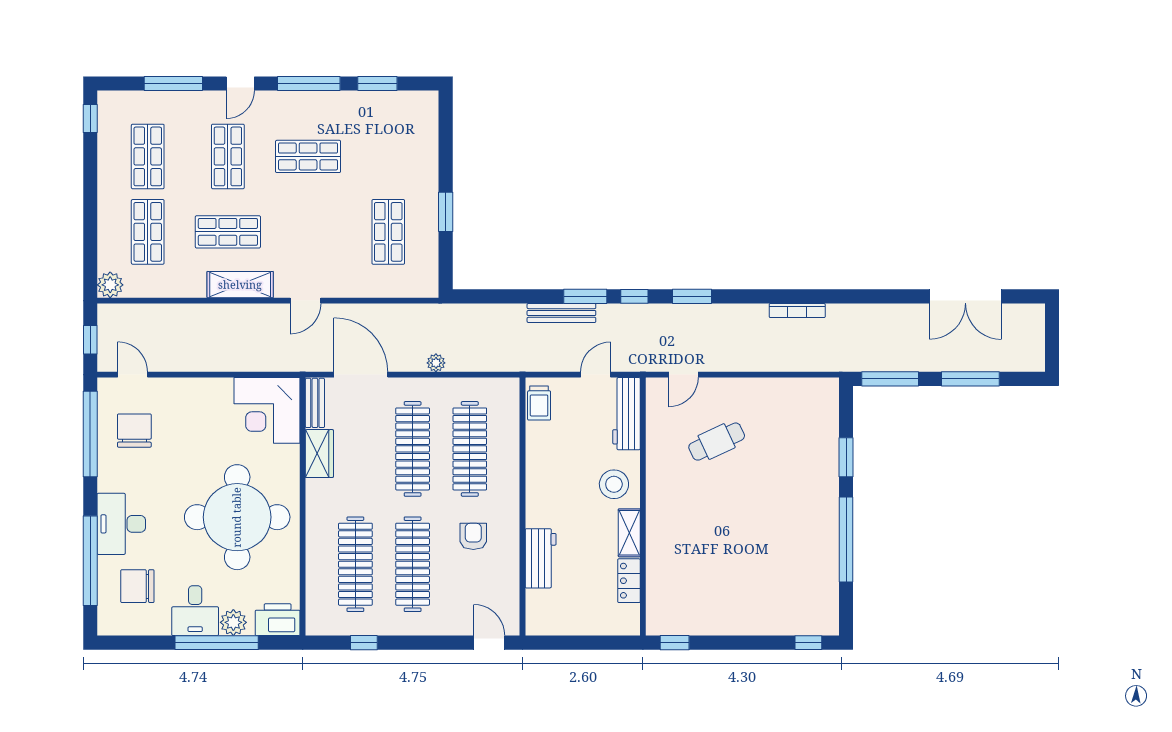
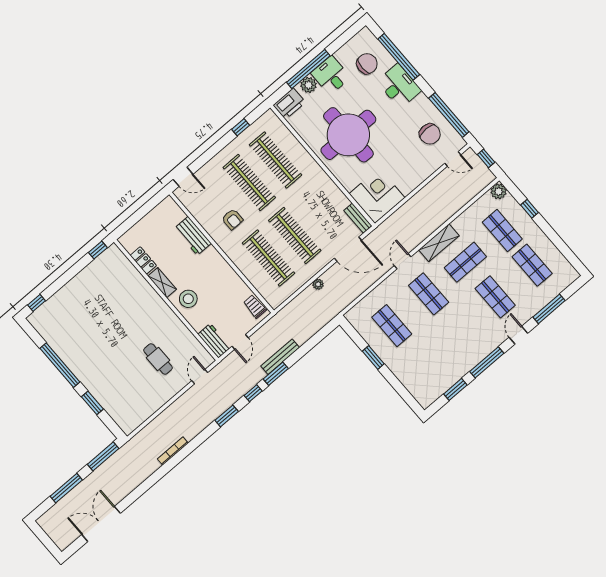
window: (90, 118) -> (529, 209), moved
shop shelf: (308, 156) -> (429, 294), moved, turned 90
workbench: (626, 414) -> (214, 341), width x0.73
cafe table: (717, 442) -> (158, 359), turned -65
wardrobe: (319, 454) -> (336, 197), removed

